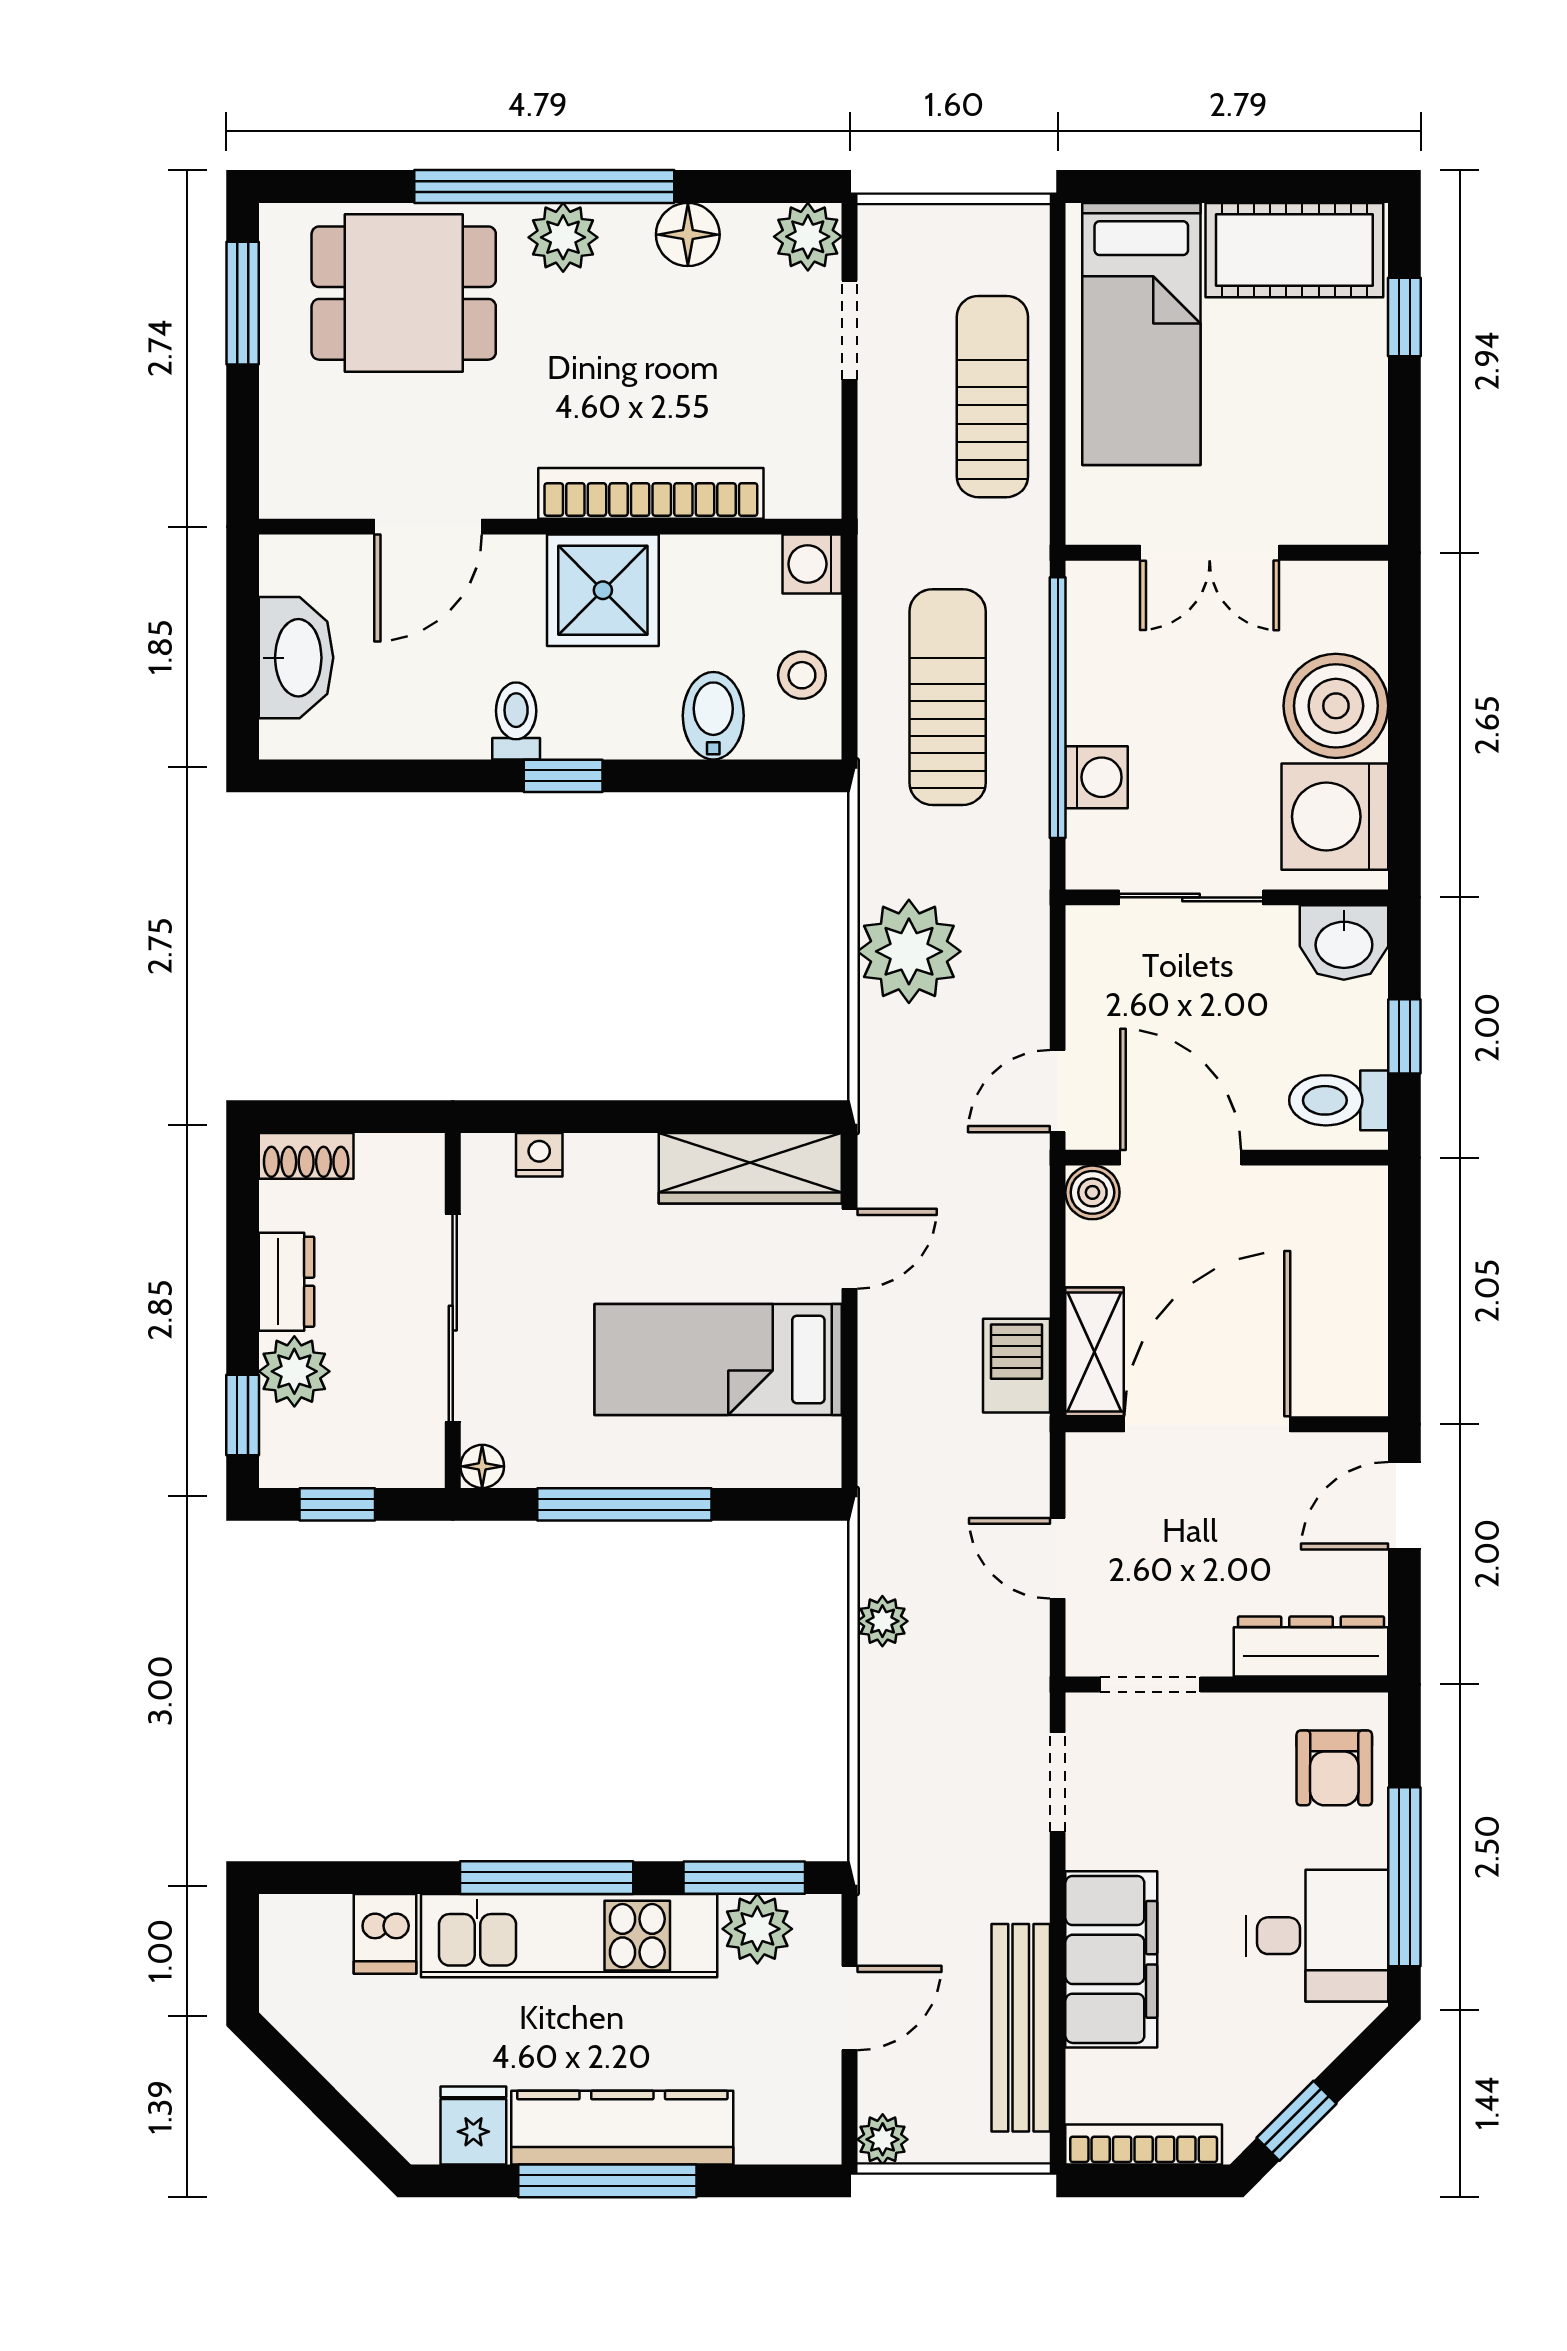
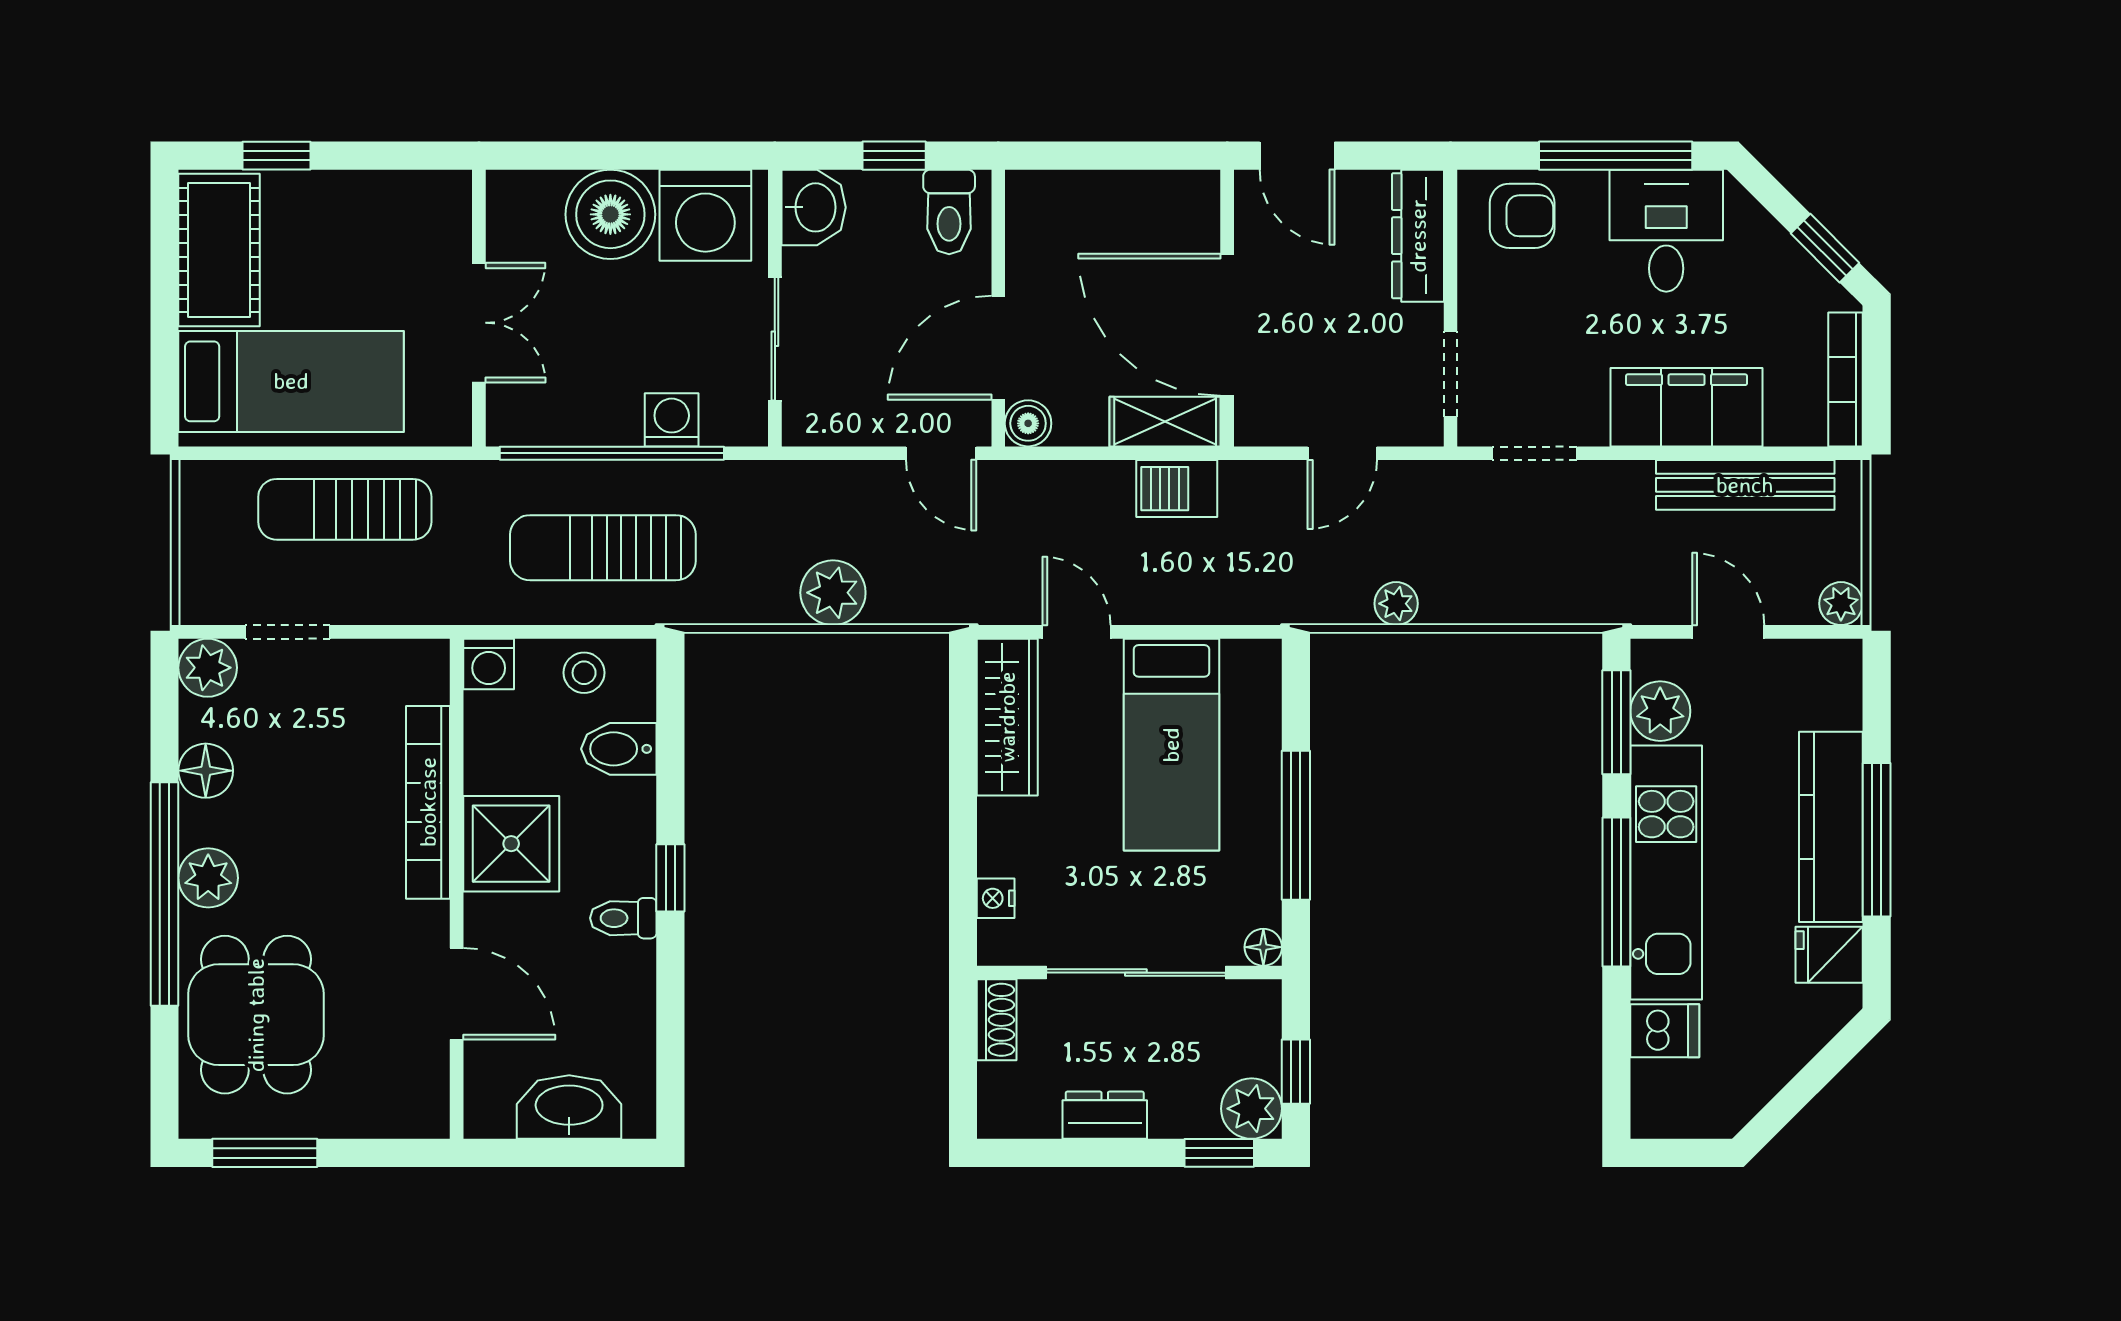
plant: (909, 951) -> (833, 593), width x0.73, depth x0.73
shoe rack: (306, 1156) -> (997, 1020), moved
plant: (294, 1371) -> (1252, 1109), moved

